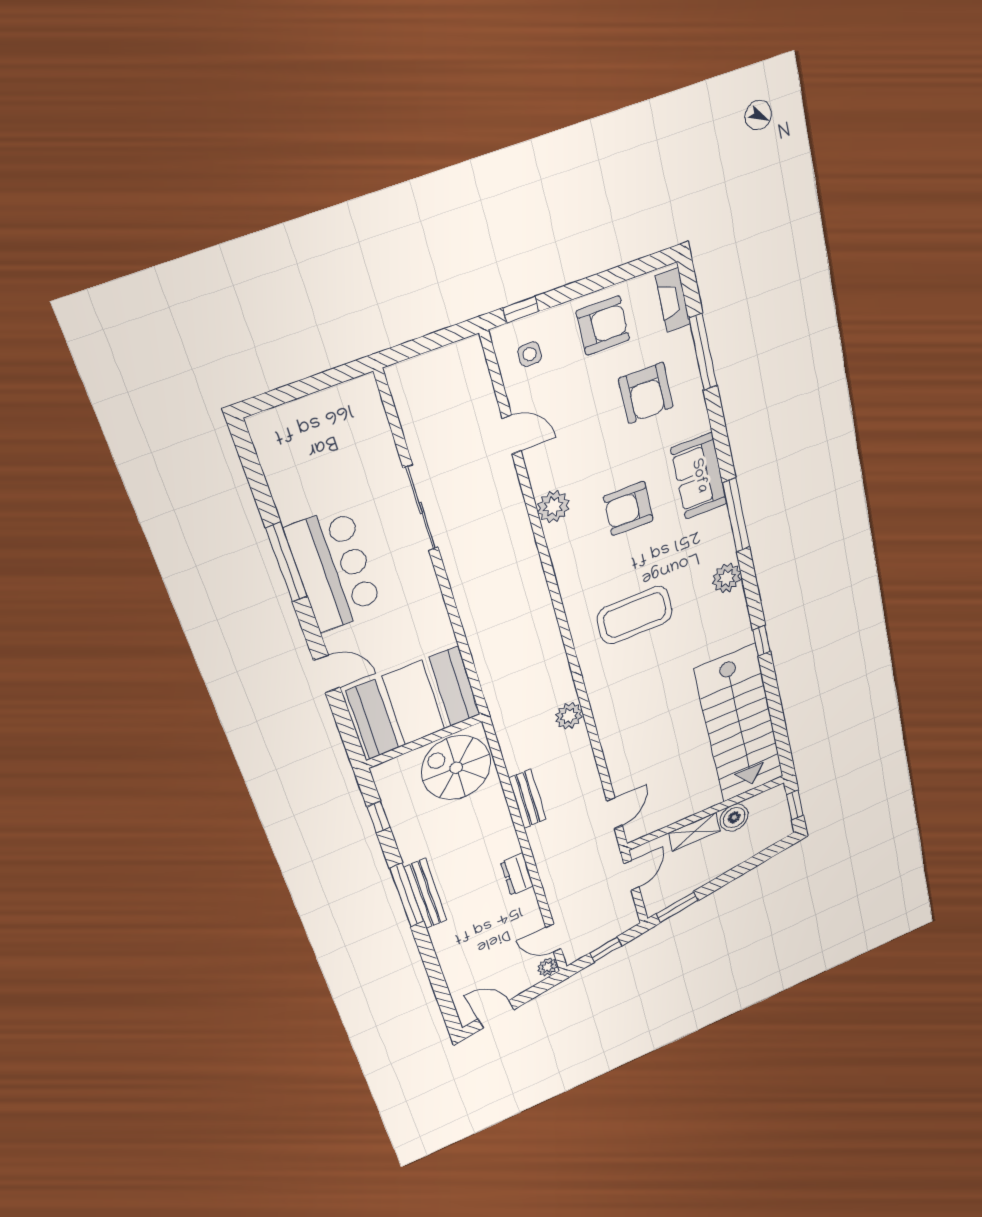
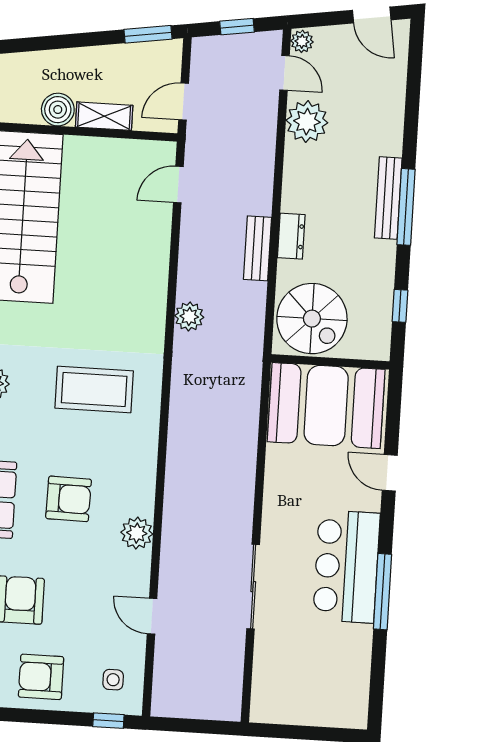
dresser: (517, 874) -> (291, 236), moved
plant: (521, 914) -> (307, 122), added

